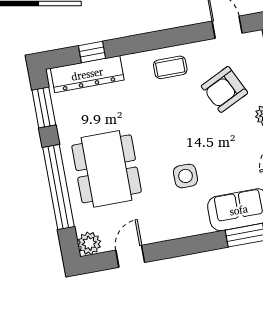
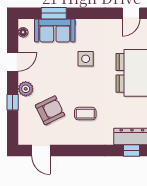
coffee table: (170, 67) -> (85, 114), moved

